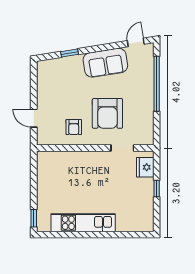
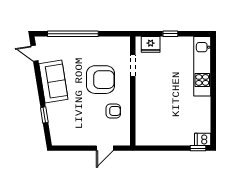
dishwasher: (43, 223) -> (203, 139), added
kitchen unit: (83, 223) -> (202, 66), moved

